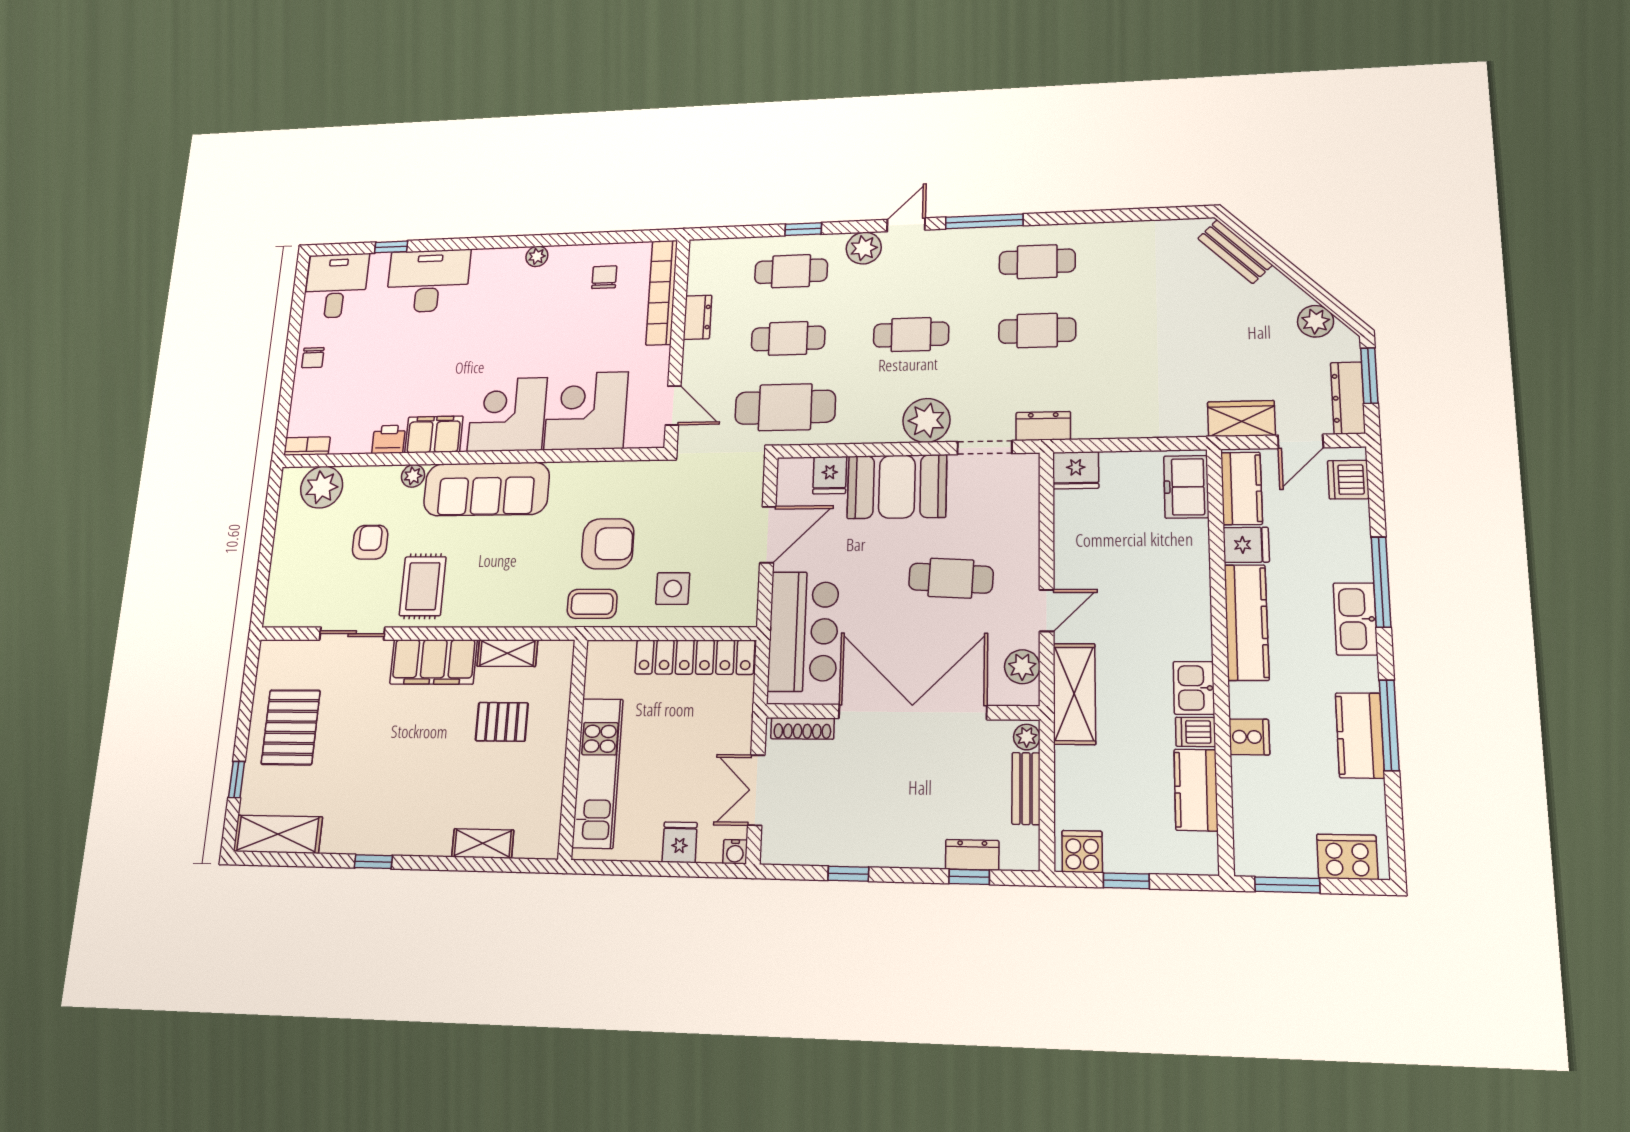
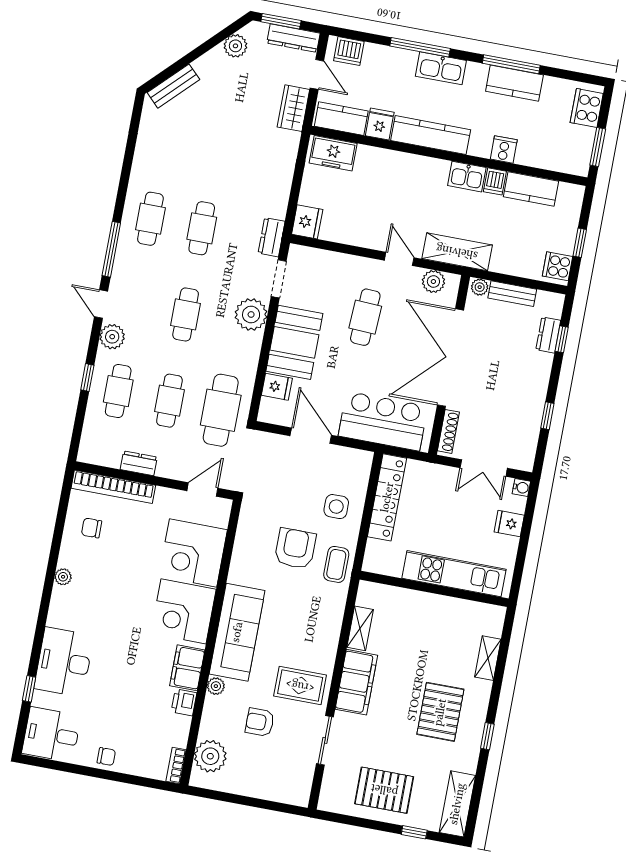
pallet: (502, 722) -> (440, 712), moved, width x1.50, depth x1.42

